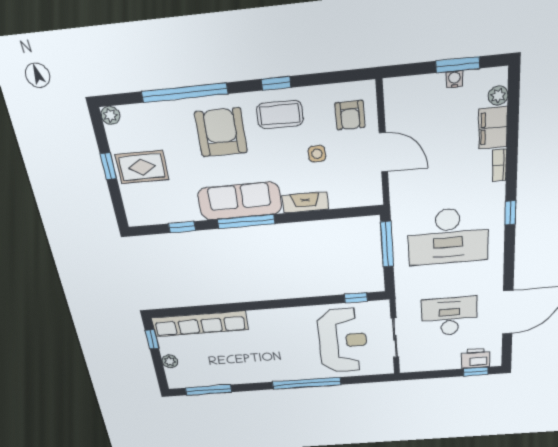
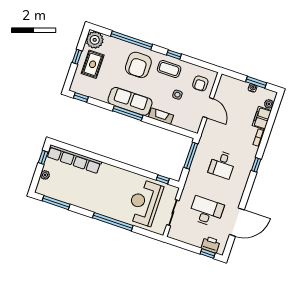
plant: (110, 115) -> (95, 40), width x1.87, depth x1.87
armchair: (221, 132) -> (138, 65), turned 180
rug: (142, 167) -> (93, 64), turned 90
window: (182, 227) -> (81, 97), moved
desk: (448, 237) -> (222, 165), width x0.53, depth x0.77
reception desk: (343, 341) -> (145, 203), turned 180

